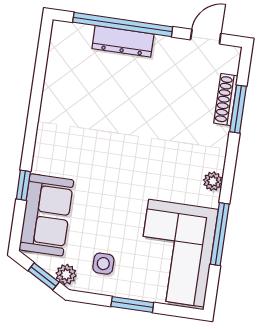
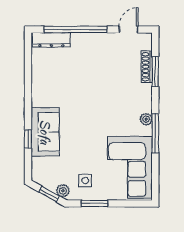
dresser: (123, 41) -> (51, 40), moved
sofa: (46, 215) -> (45, 132), moved
window: (220, 234) -> (155, 133), moved
window: (132, 304) -> (95, 203), moved

